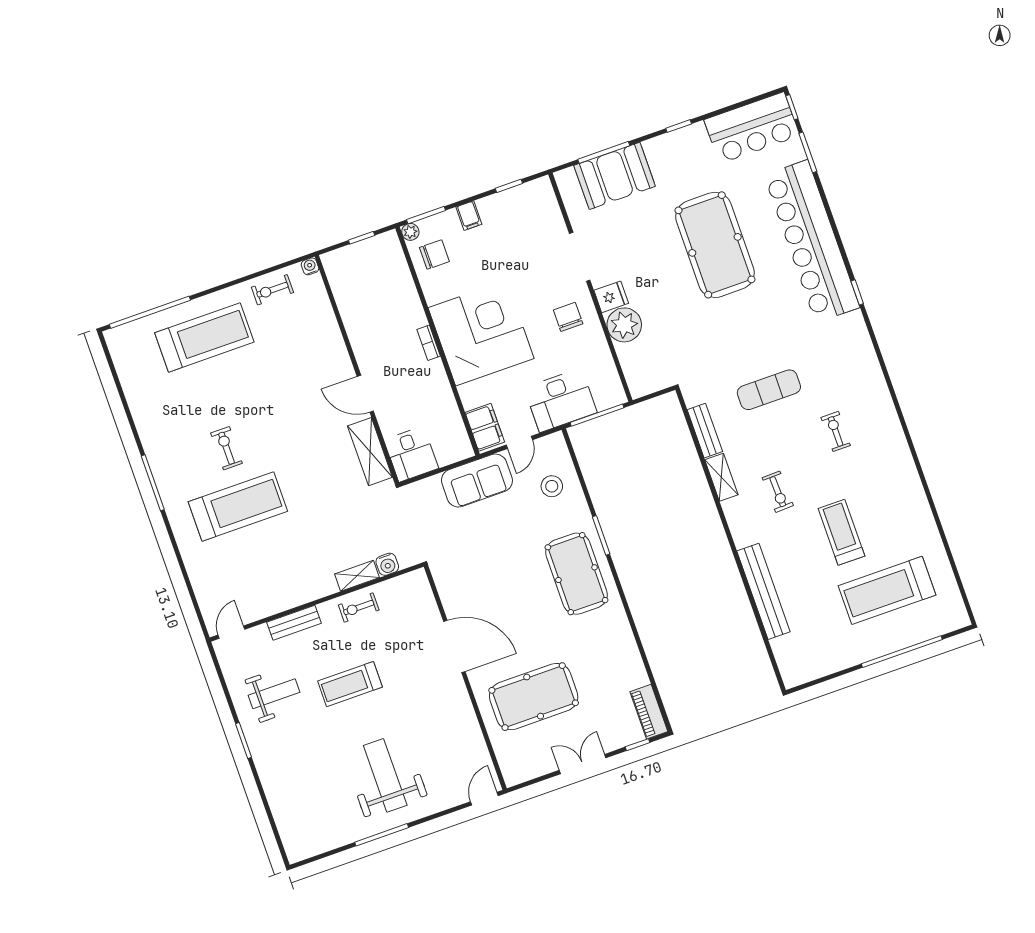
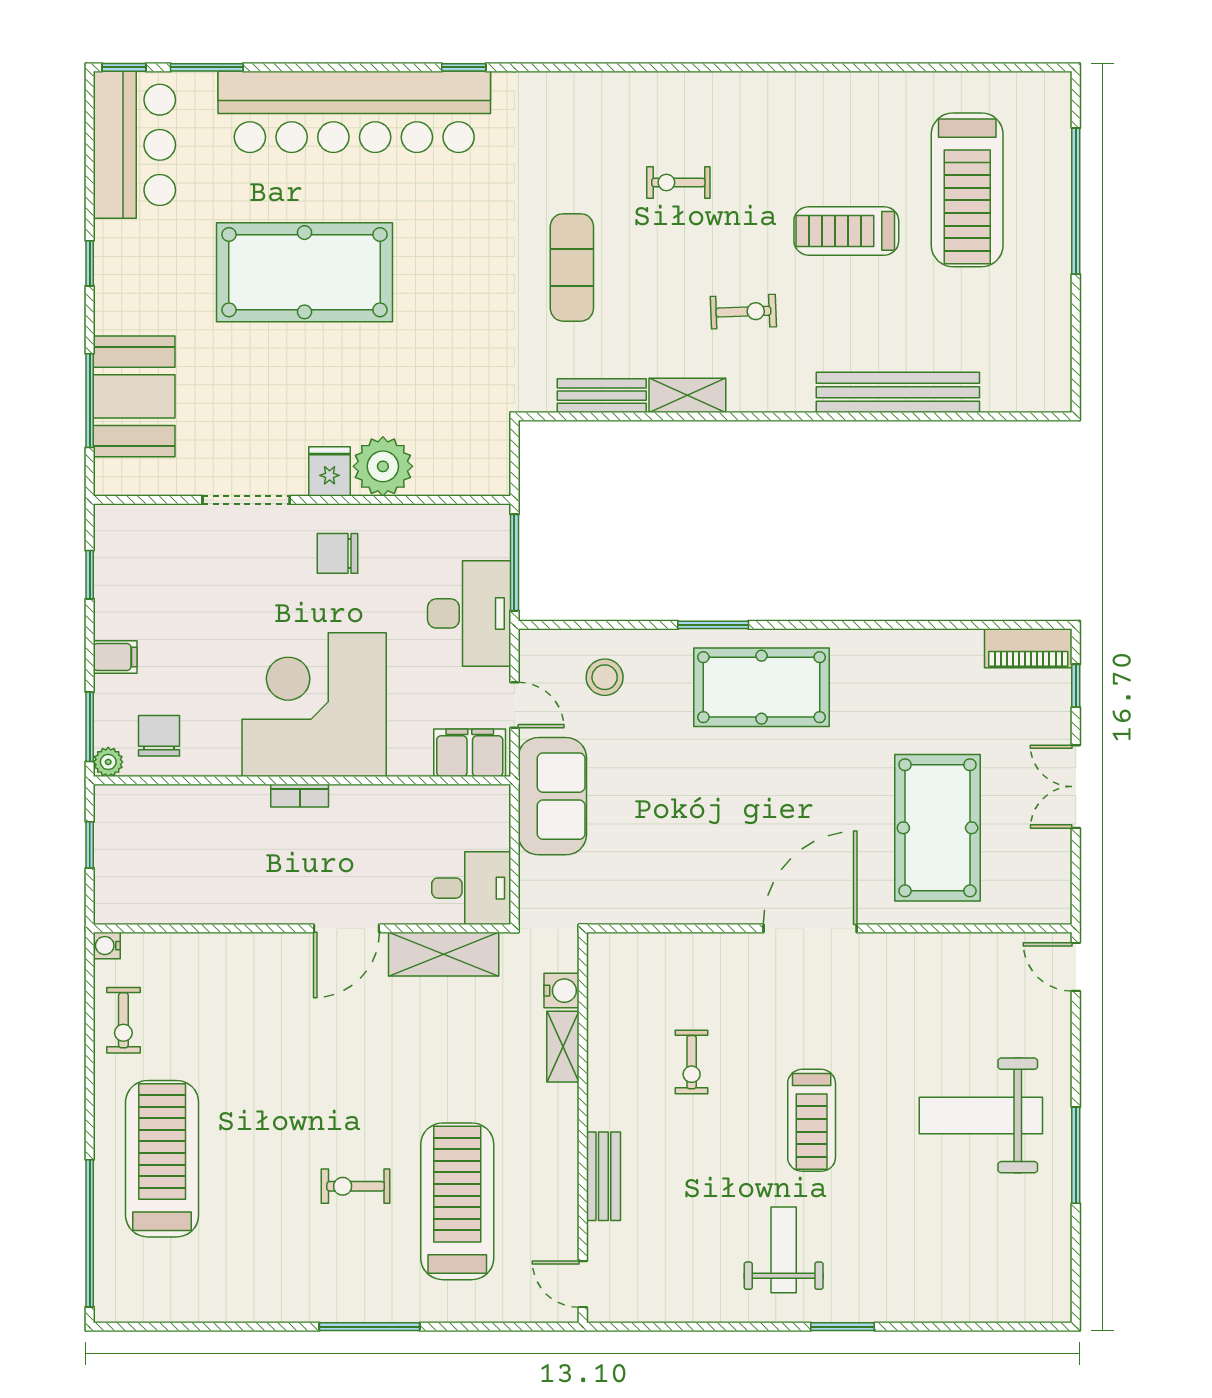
water cooler: (387, 564) -> (562, 991), moved
shelving: (357, 576) -> (563, 1047), moved
wall: (317, 602) -> (583, 1127), moved
bench: (294, 623) -> (603, 1176), moved
door: (231, 632) -> (583, 1284), moved

